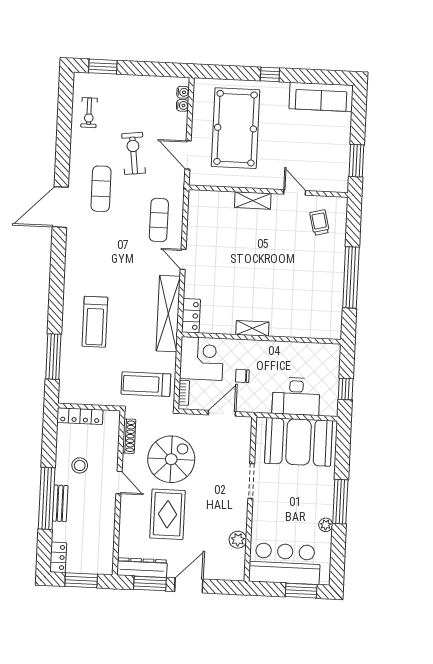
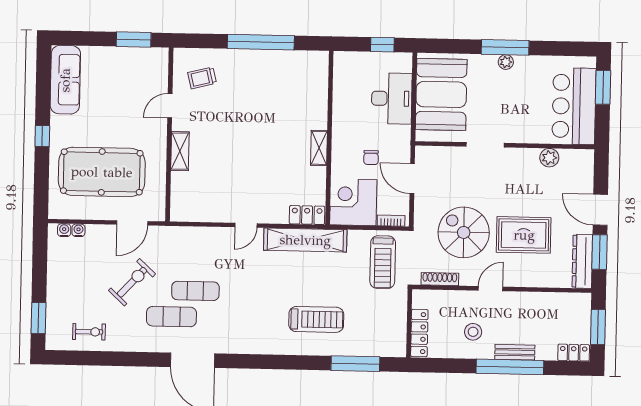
exercise bike: (134, 153) -> (132, 282), turned 140
exercise mat: (159, 220) -> (195, 291), moved
plant: (326, 525) -> (506, 62), moved

